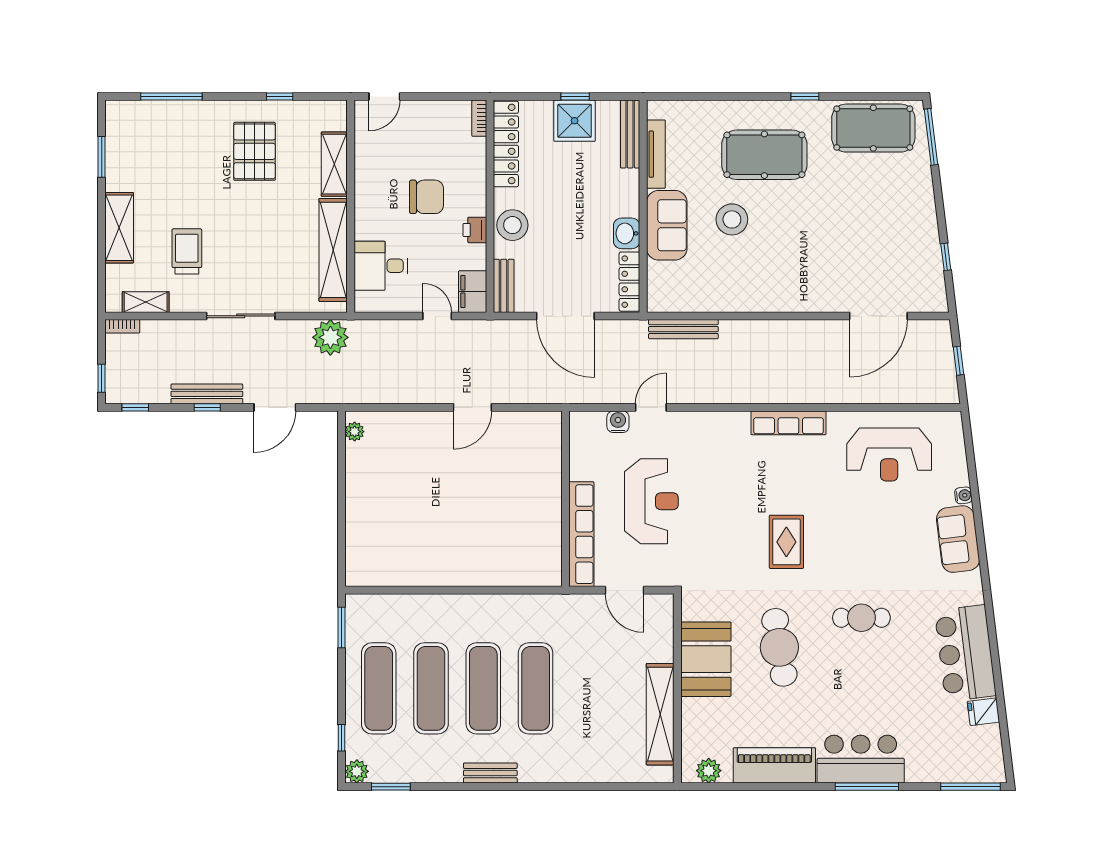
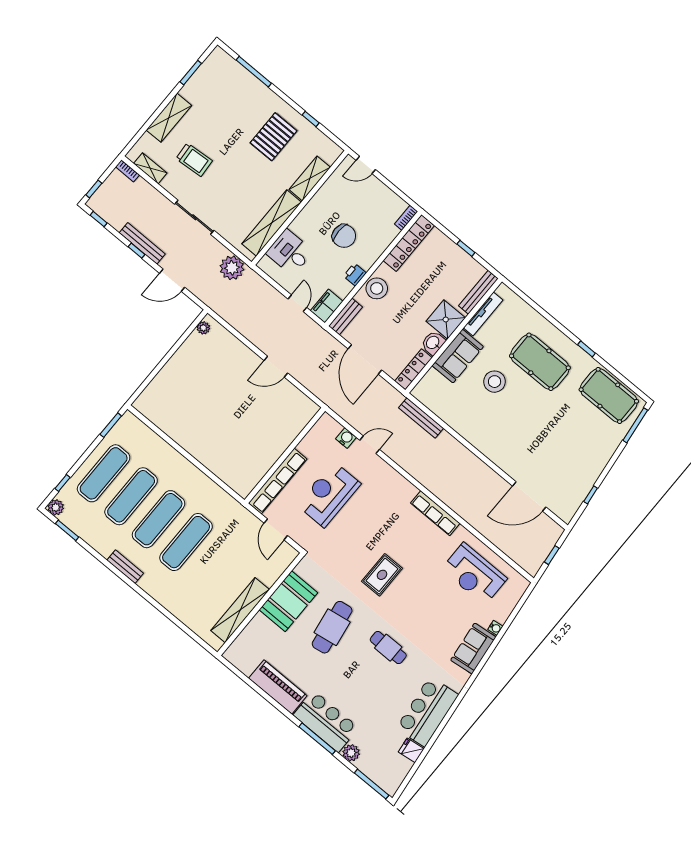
shower: (575, 121) -> (446, 320), moved
trolley: (187, 251) -> (194, 160), turned 86
reception desk: (651, 501) -> (329, 494), turned 180
plant: (709, 771) -> (351, 753), moved

